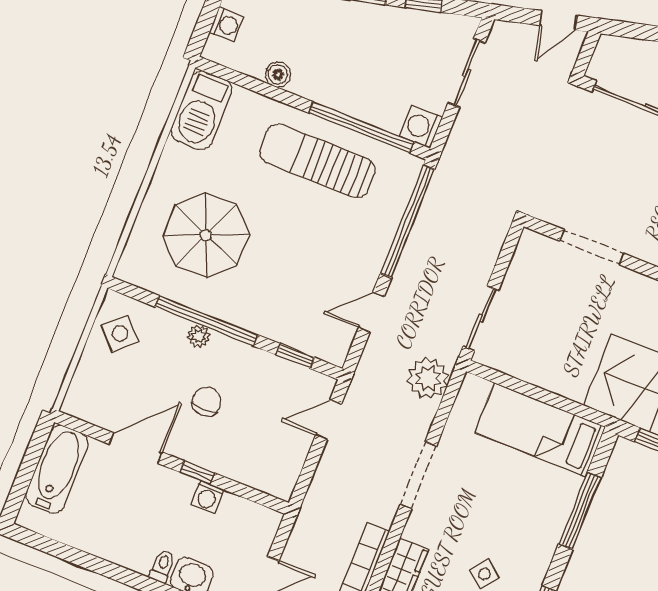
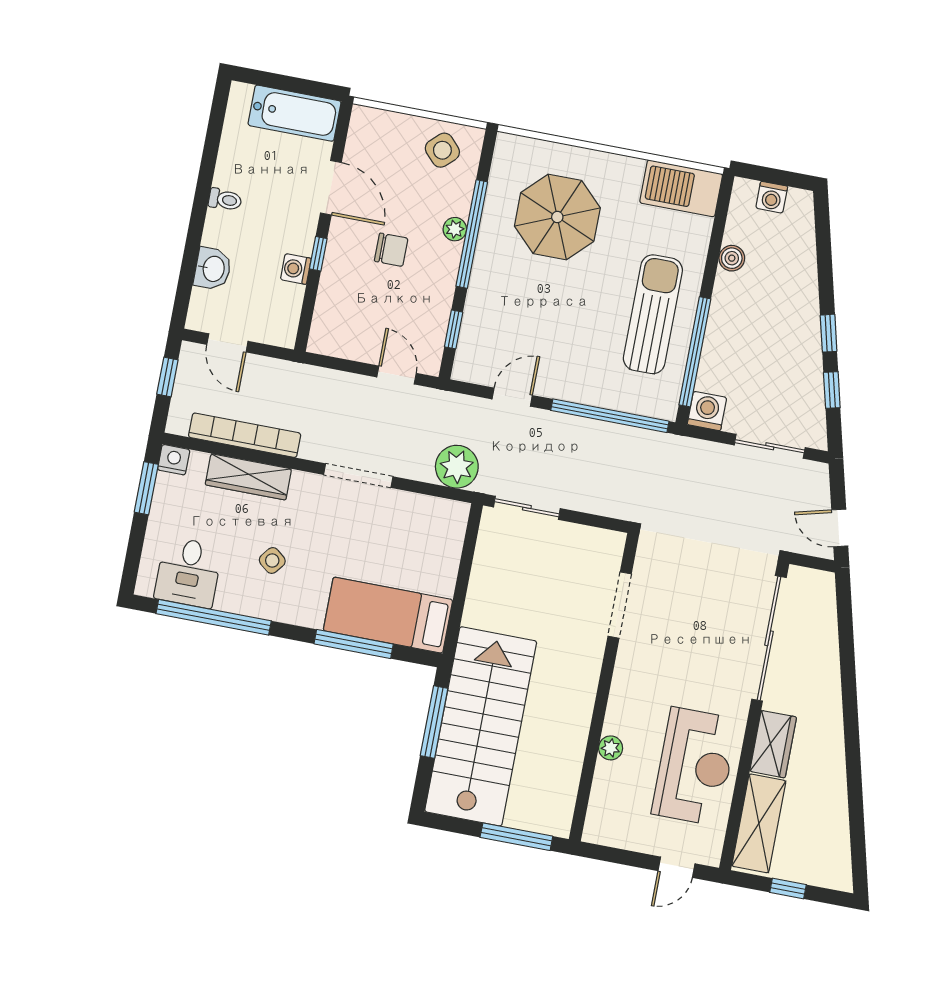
door: (371, 312) -> (512, 397), hinge flipped
bed: (540, 430) -> (388, 615), moved, turned -90
toilet: (162, 566) -> (225, 200), moved

